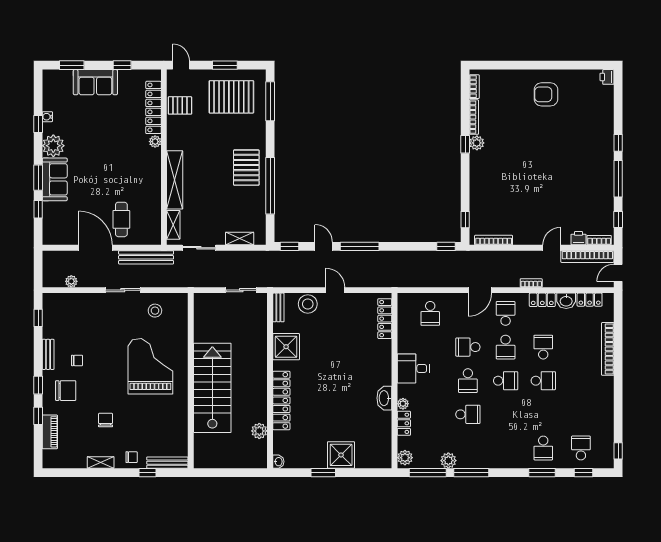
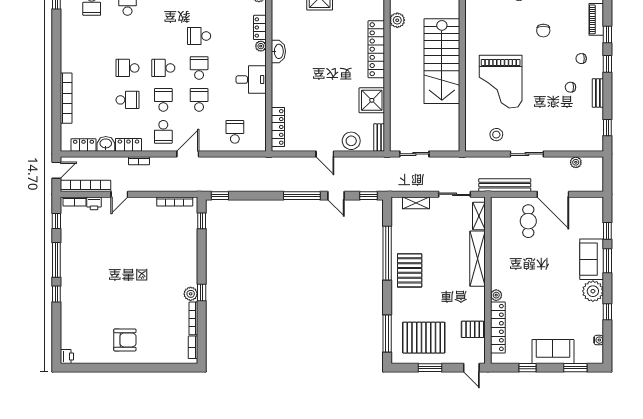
water cooler: (47, 117) -> (599, 340), moved
school desk: (468, 347) -> (199, 100), turned -90
school desk: (543, 347) -> (128, 100), turned -90
chair: (66, 391) -> (581, 59), width x0.54, depth x0.54

